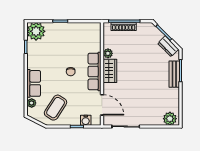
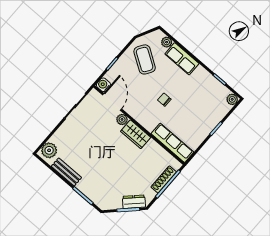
plant: (36, 31) -> (232, 99), width x0.53, depth x0.53
dresser: (168, 46) -> (134, 202), moved
plant: (108, 53) -> (122, 119), moved
row of seats: (95, 71) -> (172, 143), moved
bench: (174, 74) -> (66, 172), moved
door: (102, 105) -> (112, 102), swing flipped
water cooler: (86, 120) -> (103, 85), moved

